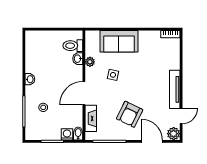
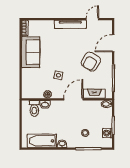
sofa: (119, 41) -> (31, 52), moved
bathtub: (34, 55) -> (42, 141), added
door: (84, 93) -> (73, 99), swing flipped
armchair: (130, 114) -> (91, 62), turned 94
door: (181, 116) -> (92, 19), hinge flipped
washing machine: (67, 134) -> (107, 133), moved
plant: (174, 134) -> (107, 25), removed

